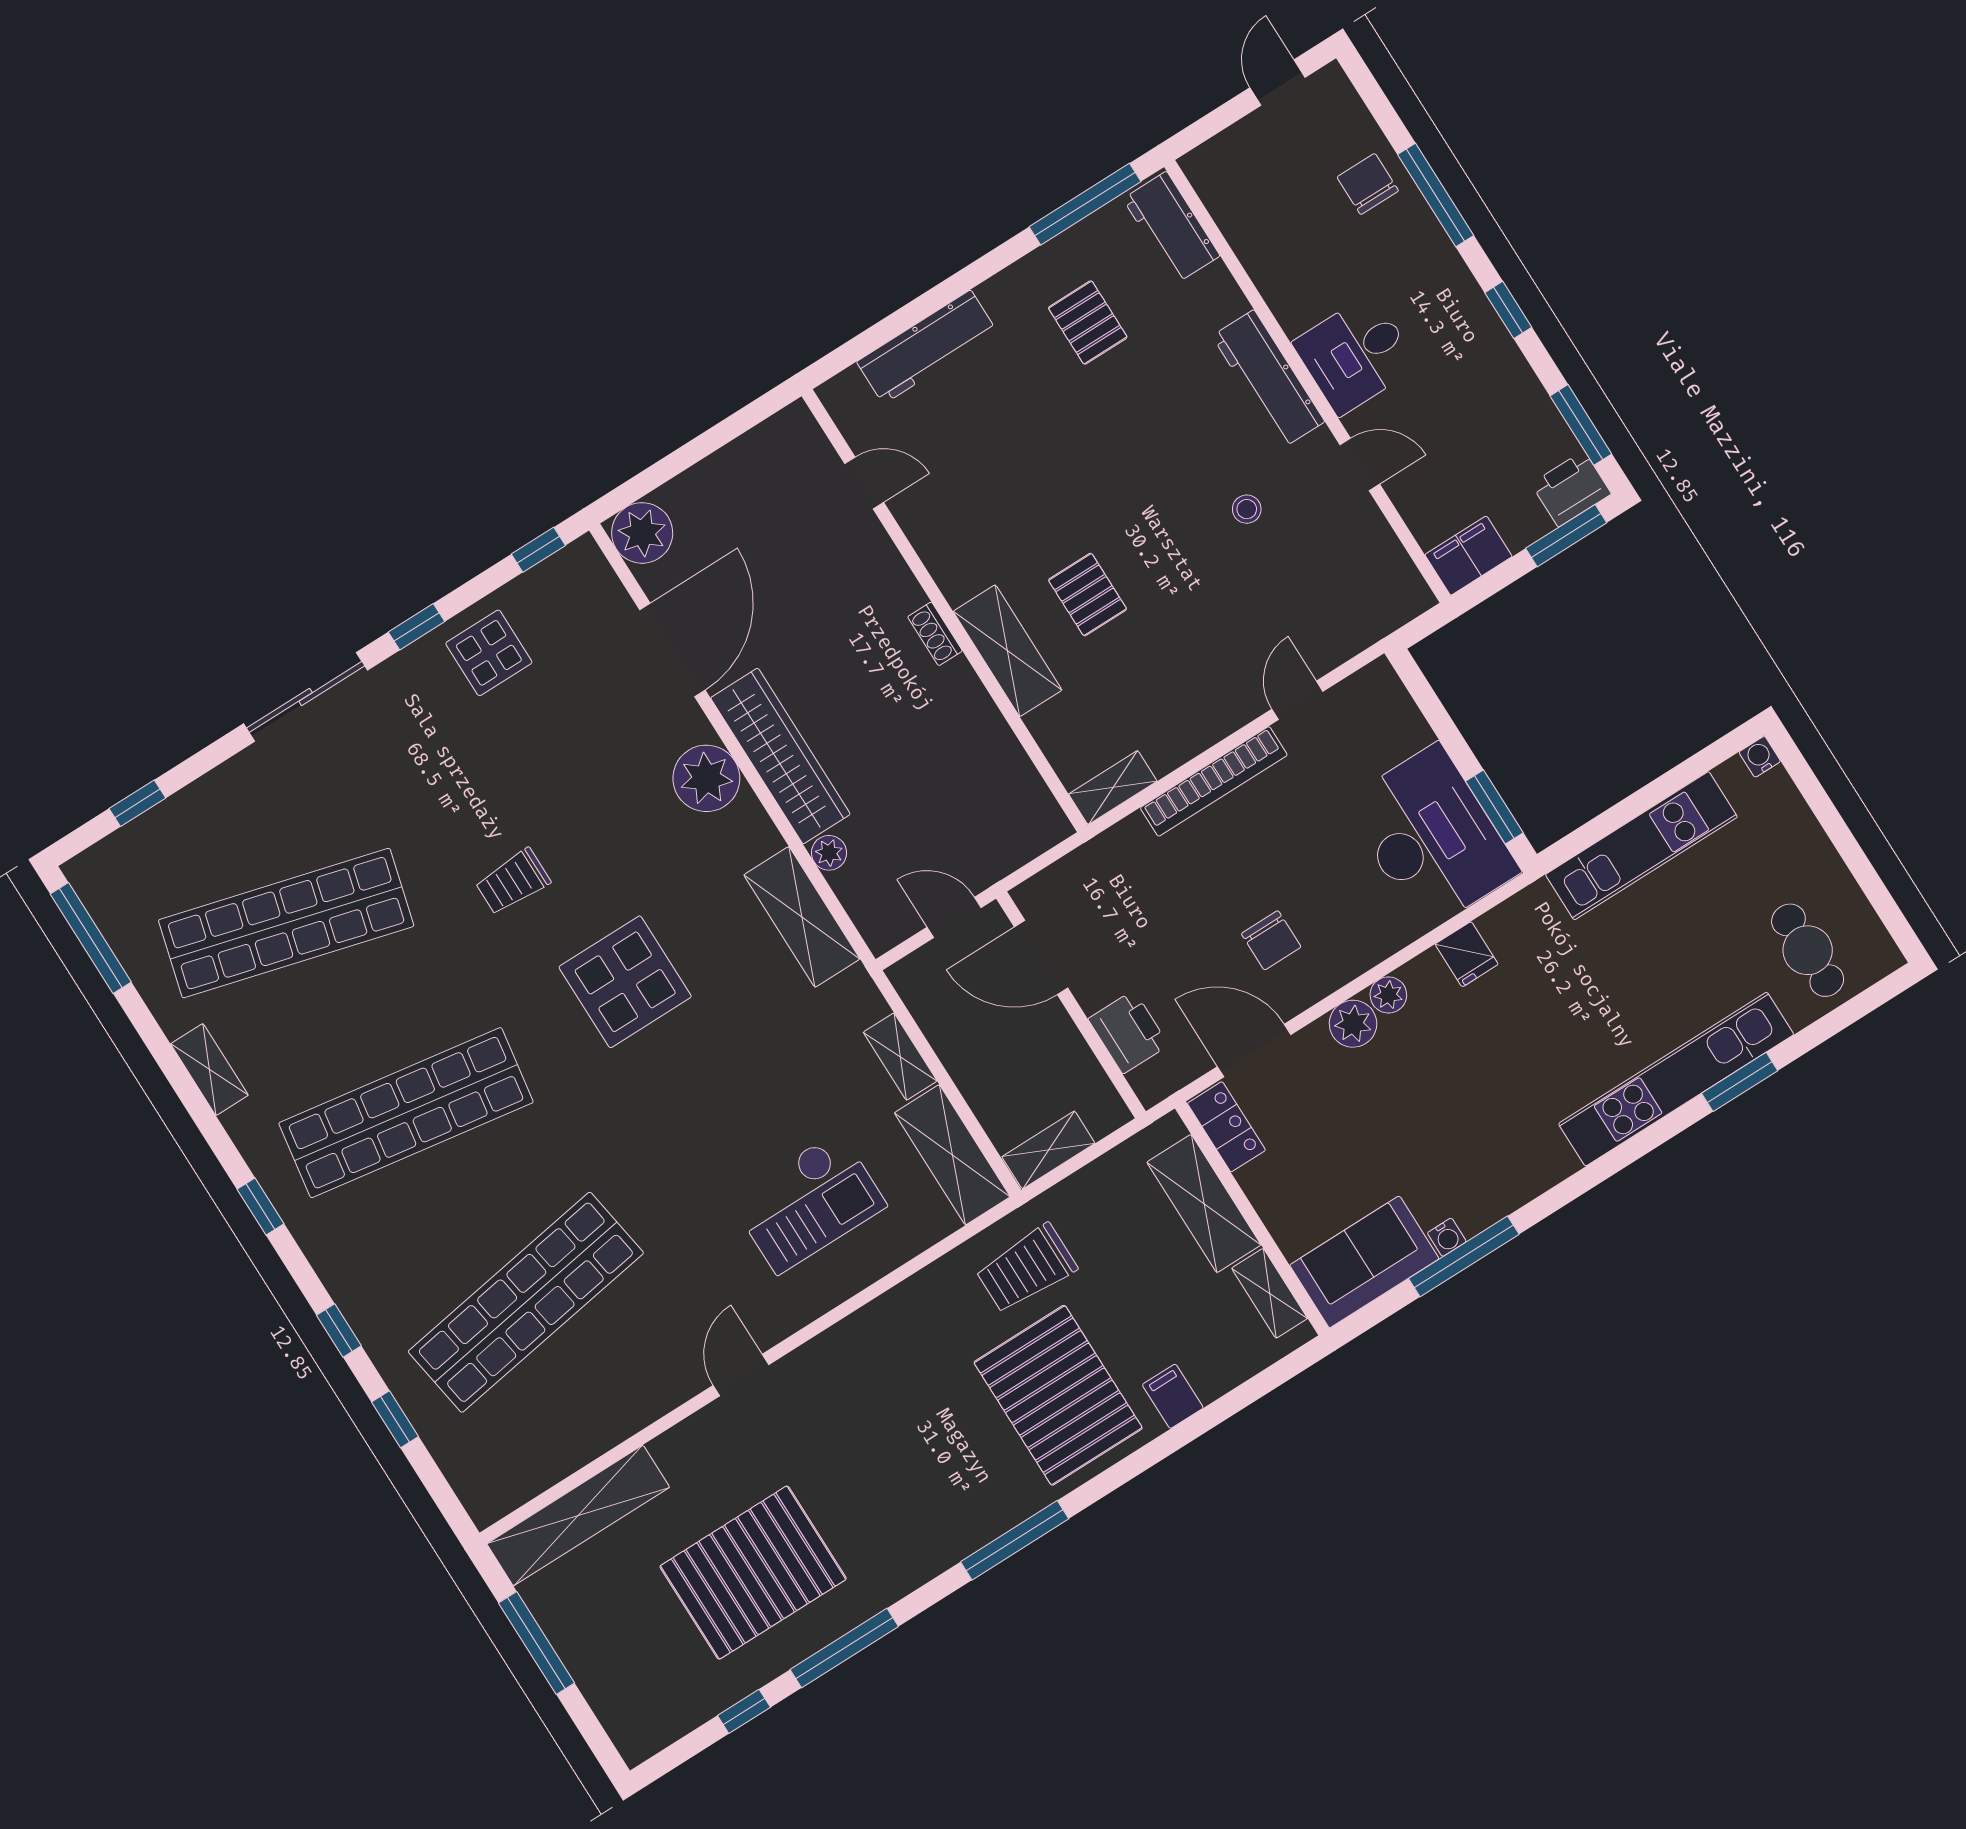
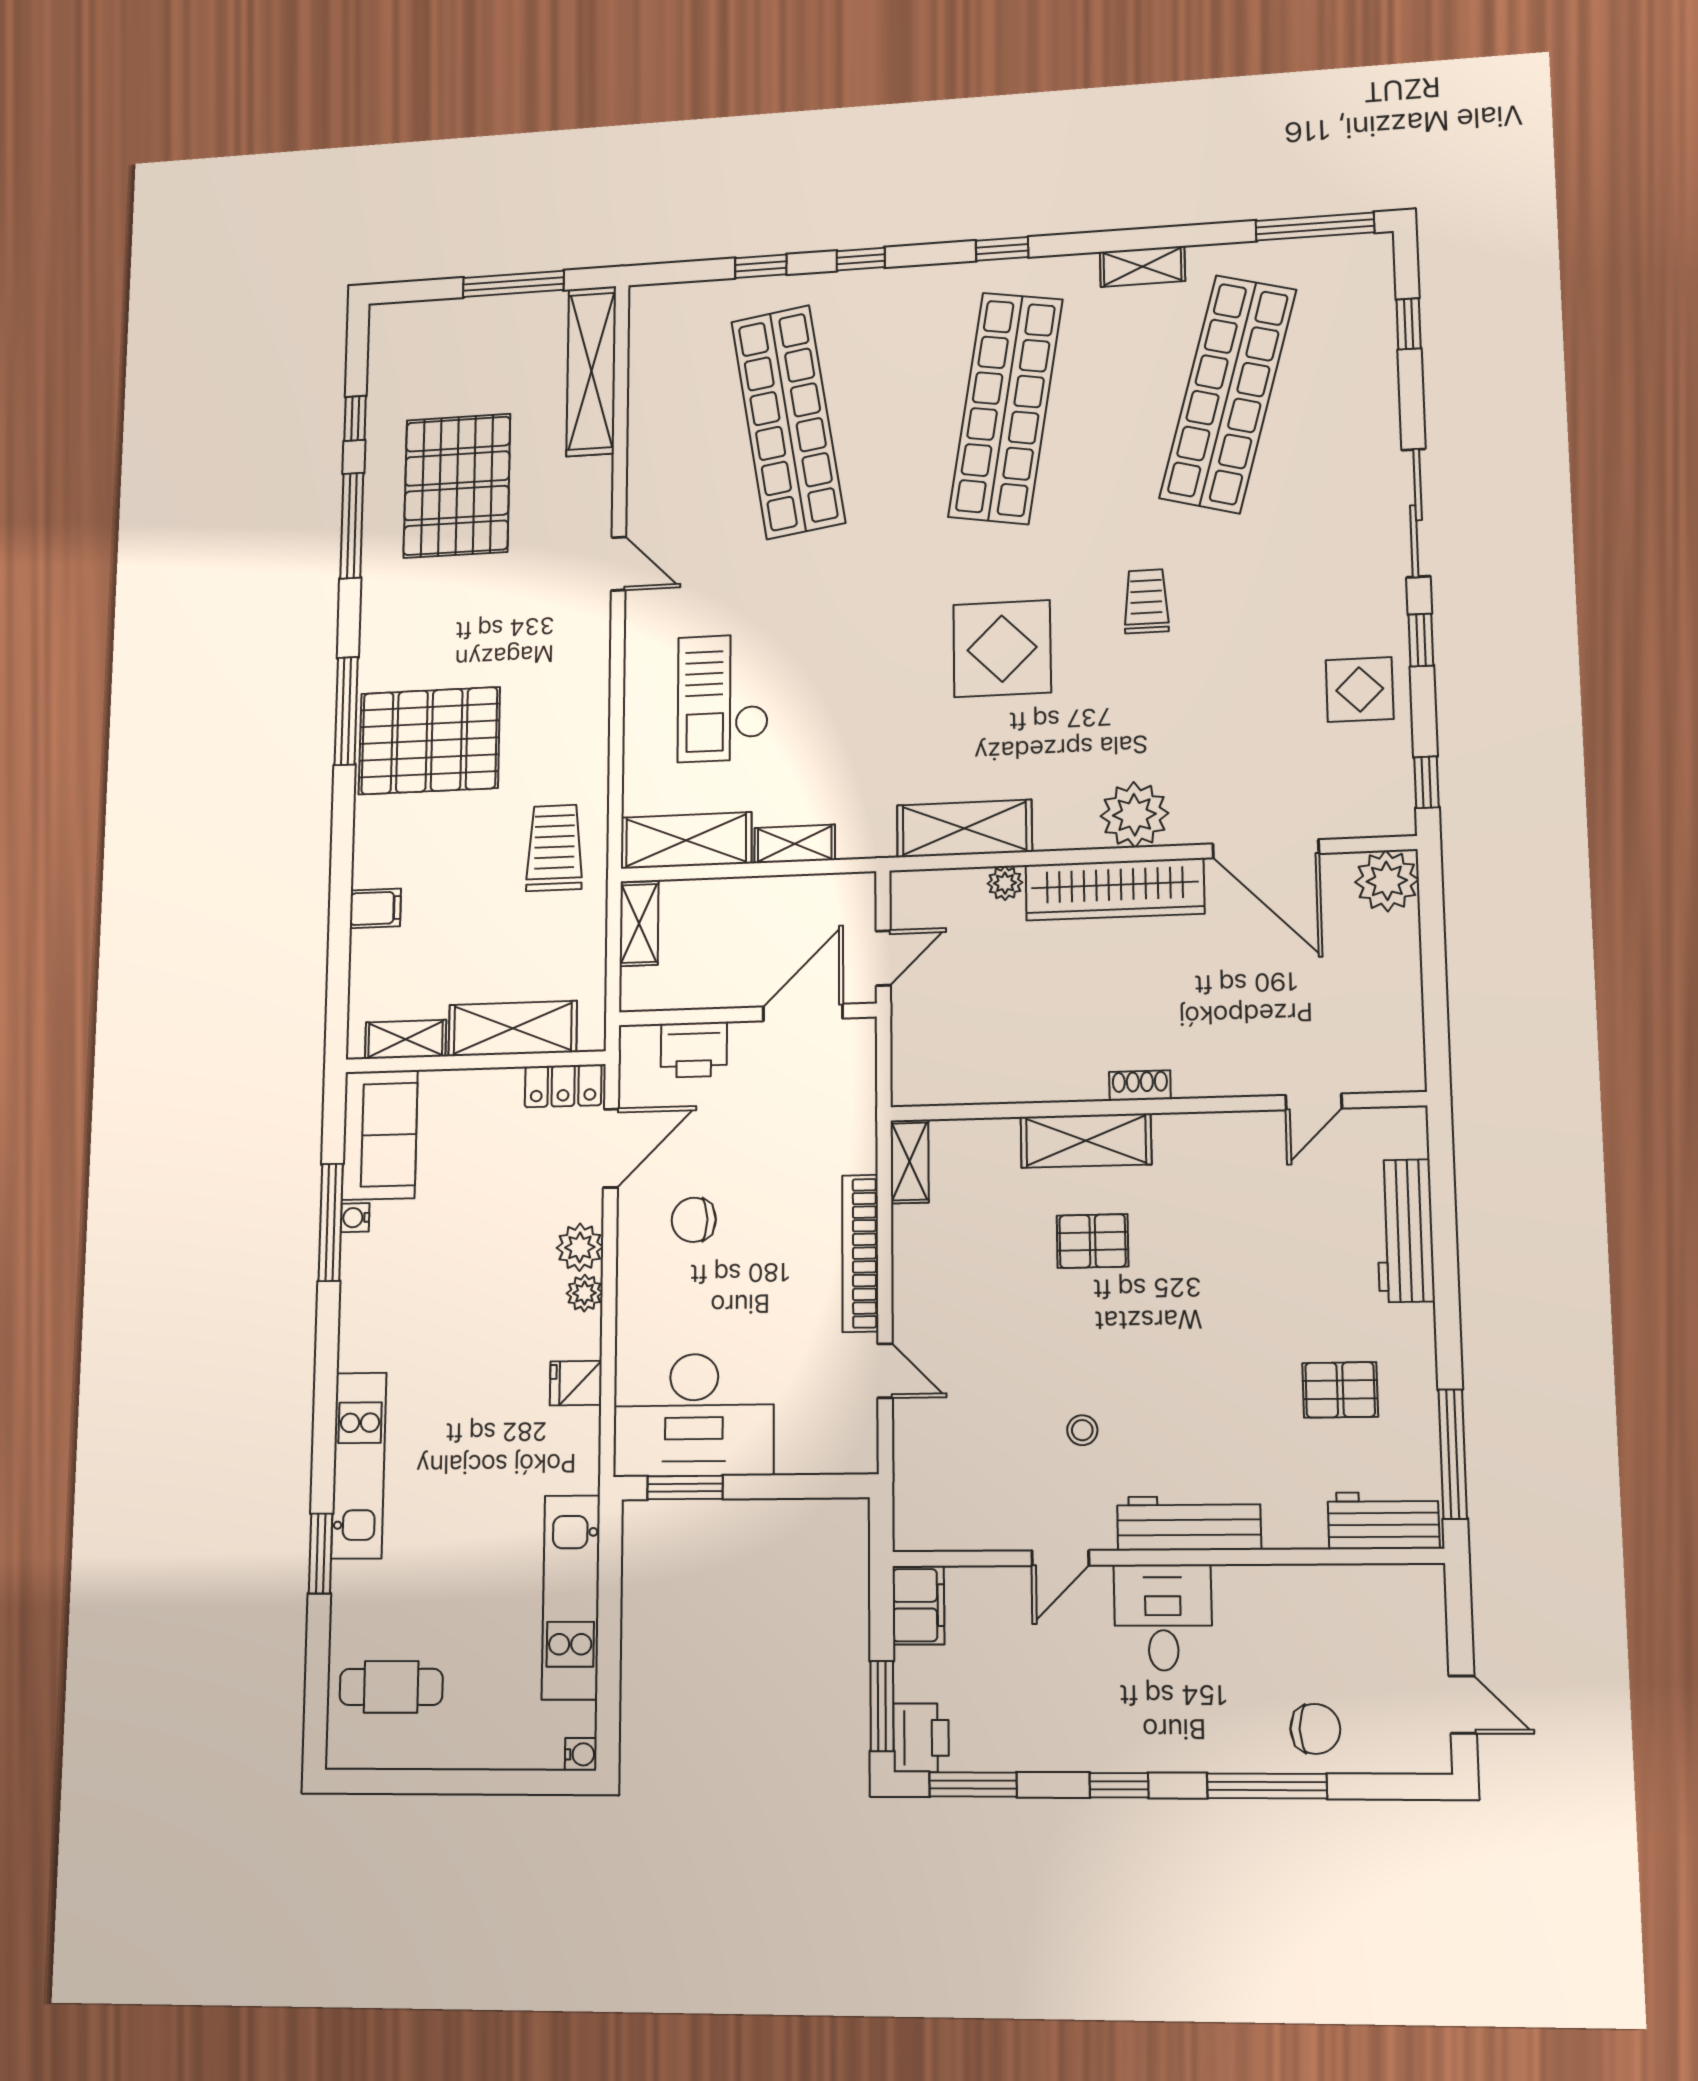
kitchen unit: (1676, 1079) -> (359, 1465), width x0.73
pallet: (1058, 1395) -> (429, 741), moved

